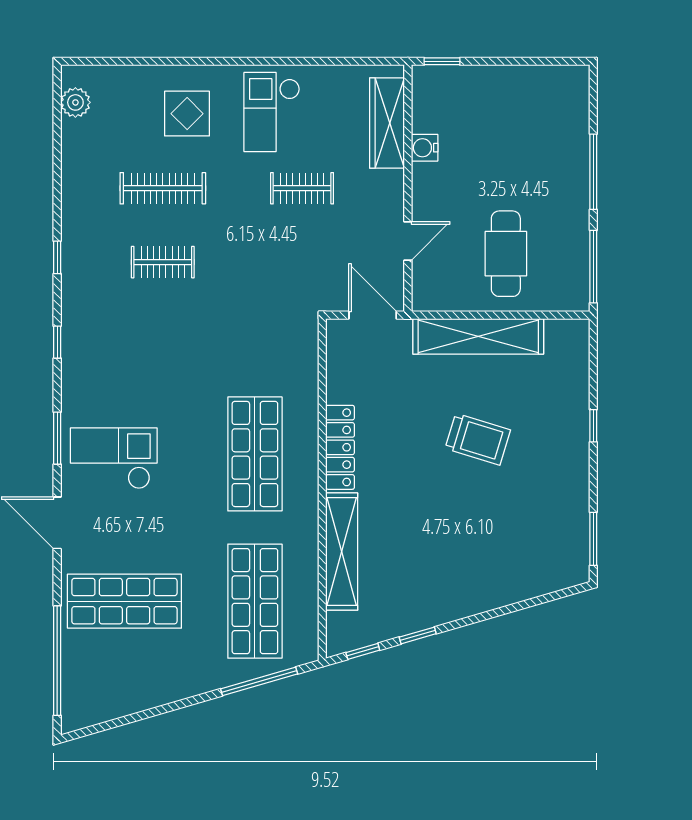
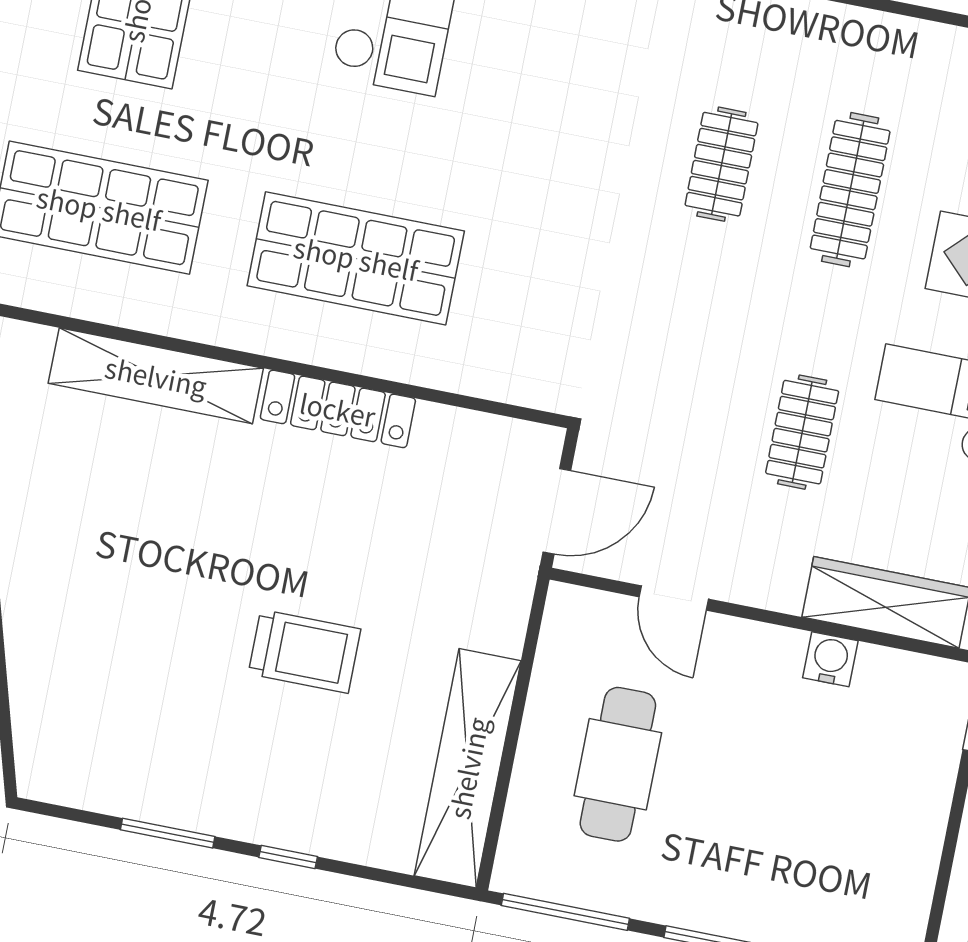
cafe table: (506, 254) -> (618, 764), turned 90
shelving: (478, 336) -> (468, 768), moved
trolley: (478, 439) -> (305, 651), turned -107
window: (593, 539) -> (168, 833), moved

